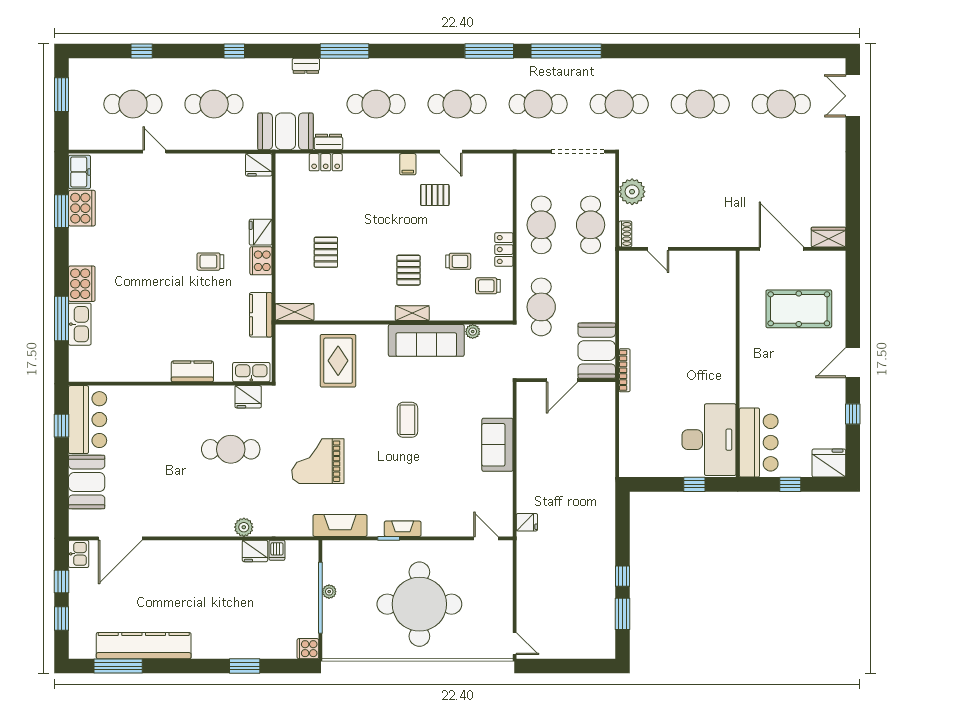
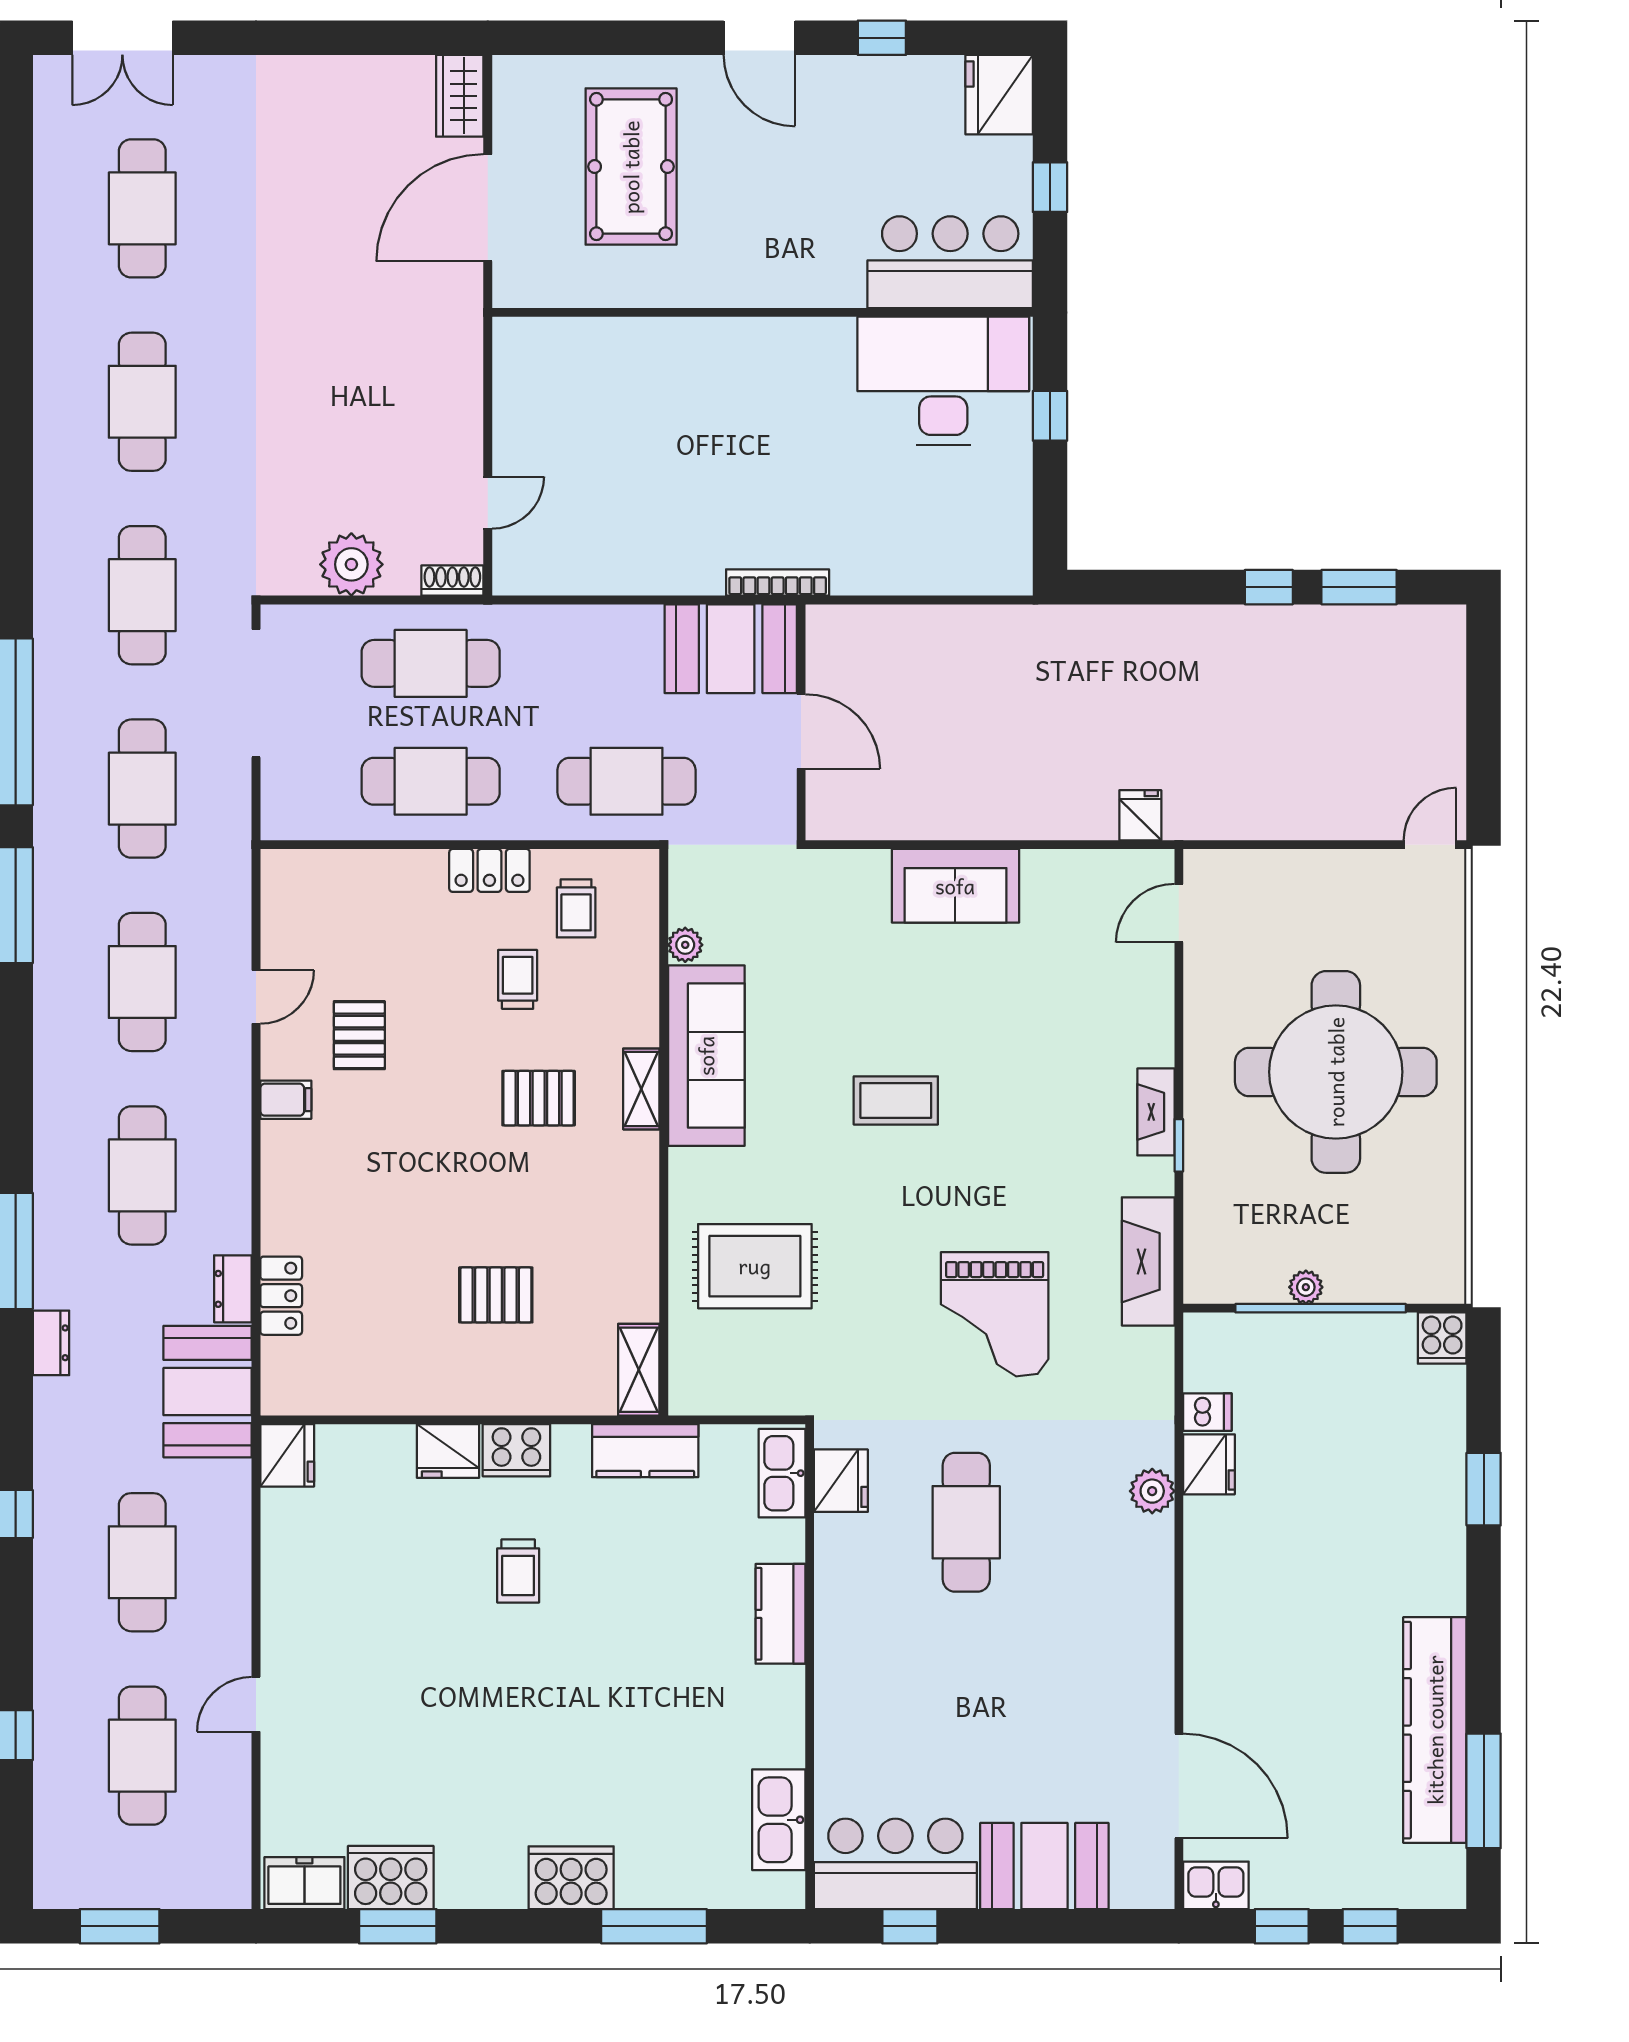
kitchen sink: (80, 324) -> (779, 1820), moved, turned -90

